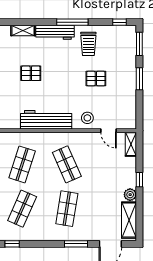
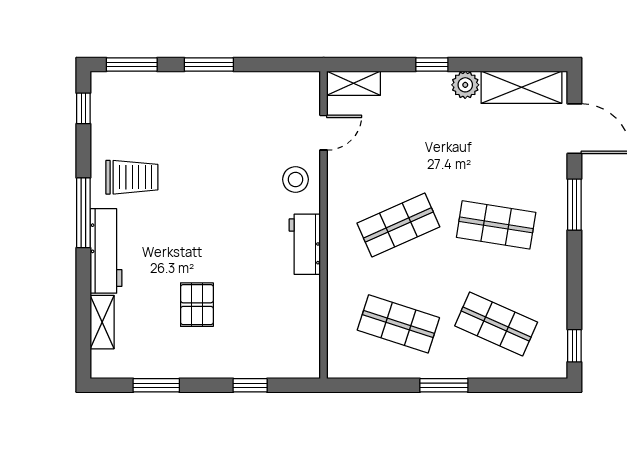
pallet: (96, 79) -> (208, 161), removed
workbench: (46, 120) -> (305, 244), width x0.53, depth x0.76

